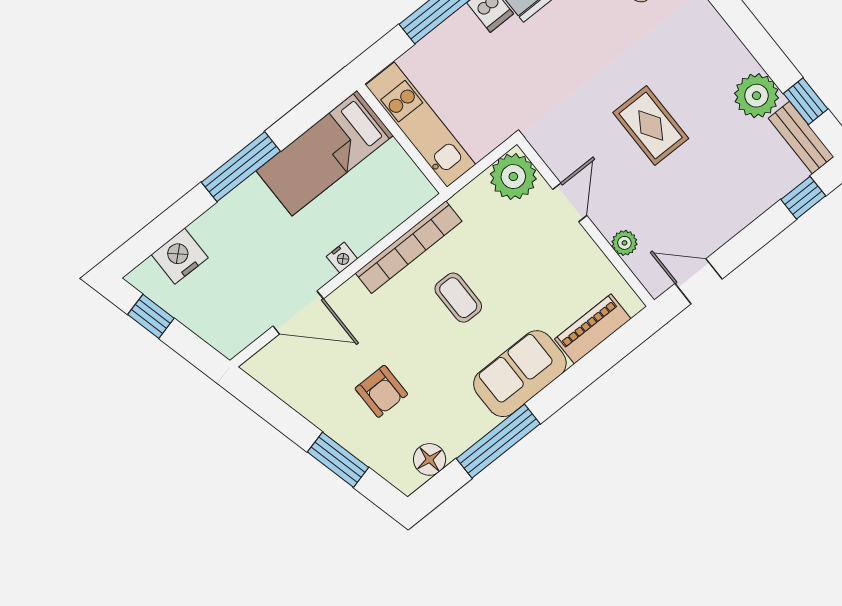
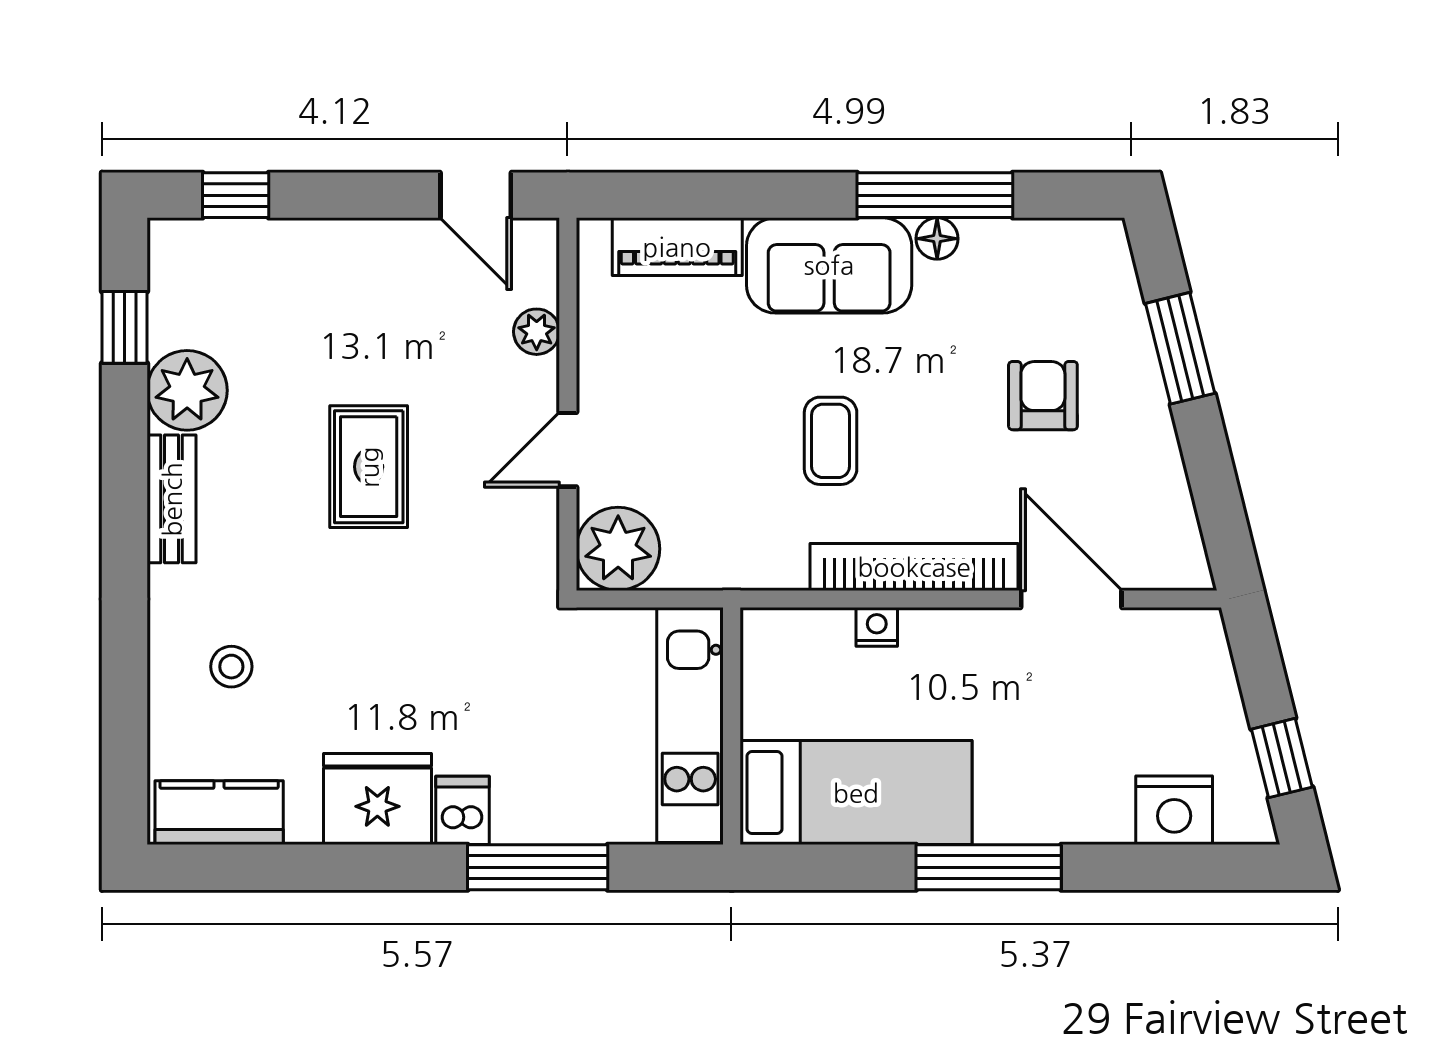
bench: (801, 138) -> (172, 499), moved
bookcase: (409, 247) -> (914, 567), moved
nightstand: (342, 258) -> (877, 627), moved
floor lamp: (430, 459) -> (937, 239), moved, width x0.73, depth x0.73

